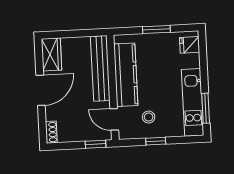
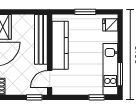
stool: (149, 117) -> (76, 79), removed
door: (114, 119) -> (50, 79), hinge flipped
window: (156, 141) -> (97, 97), moved

